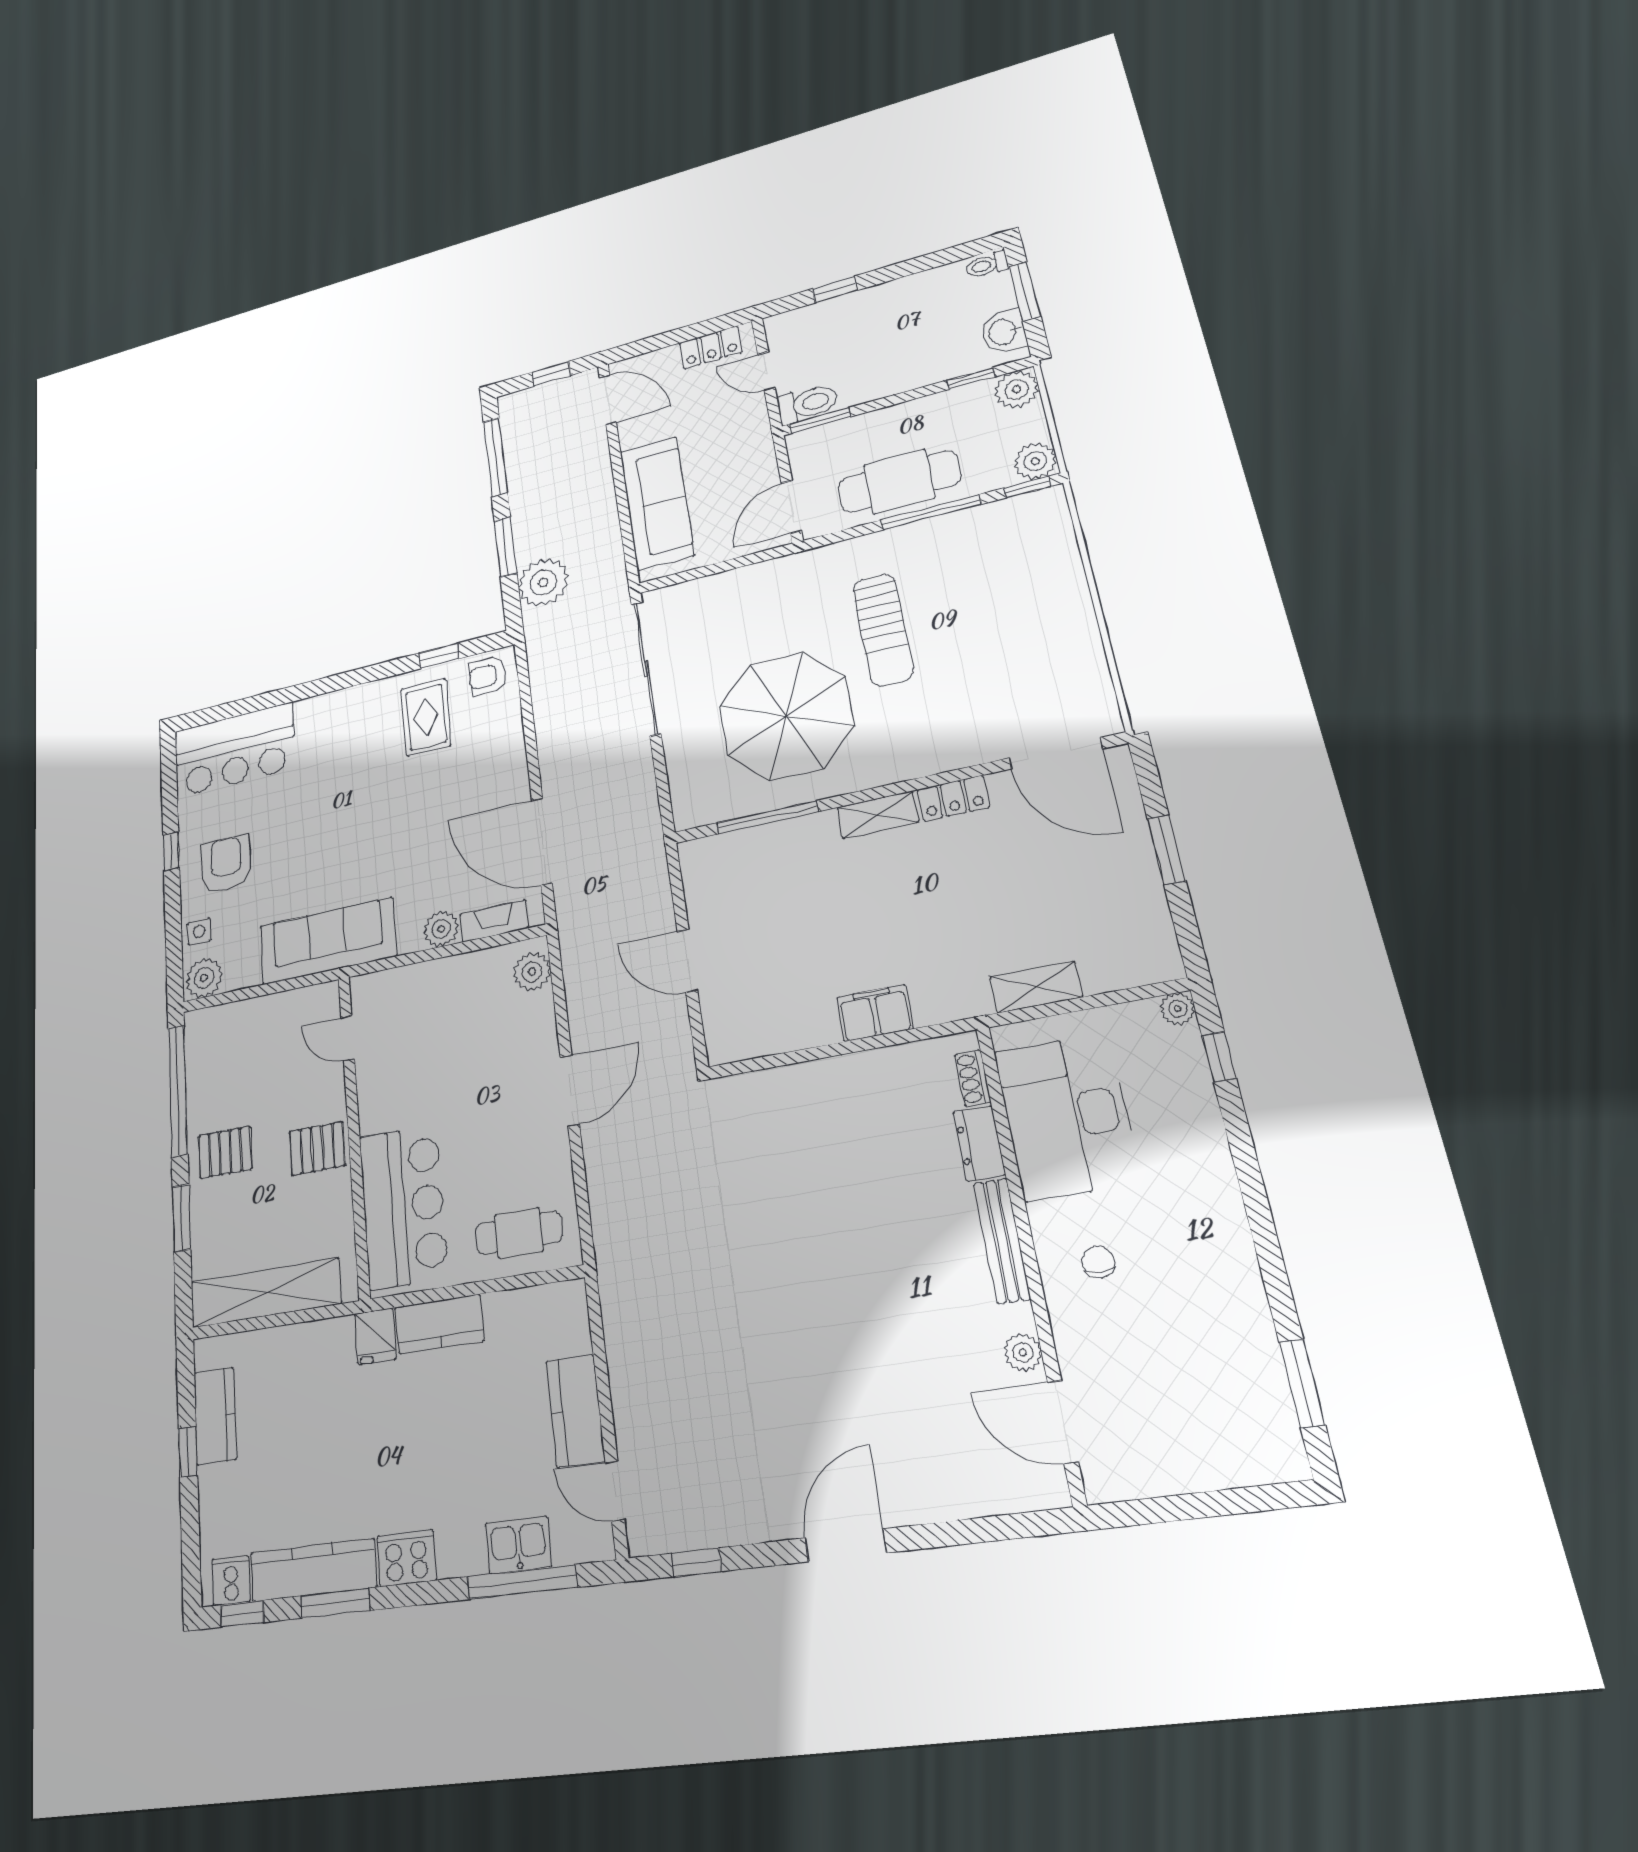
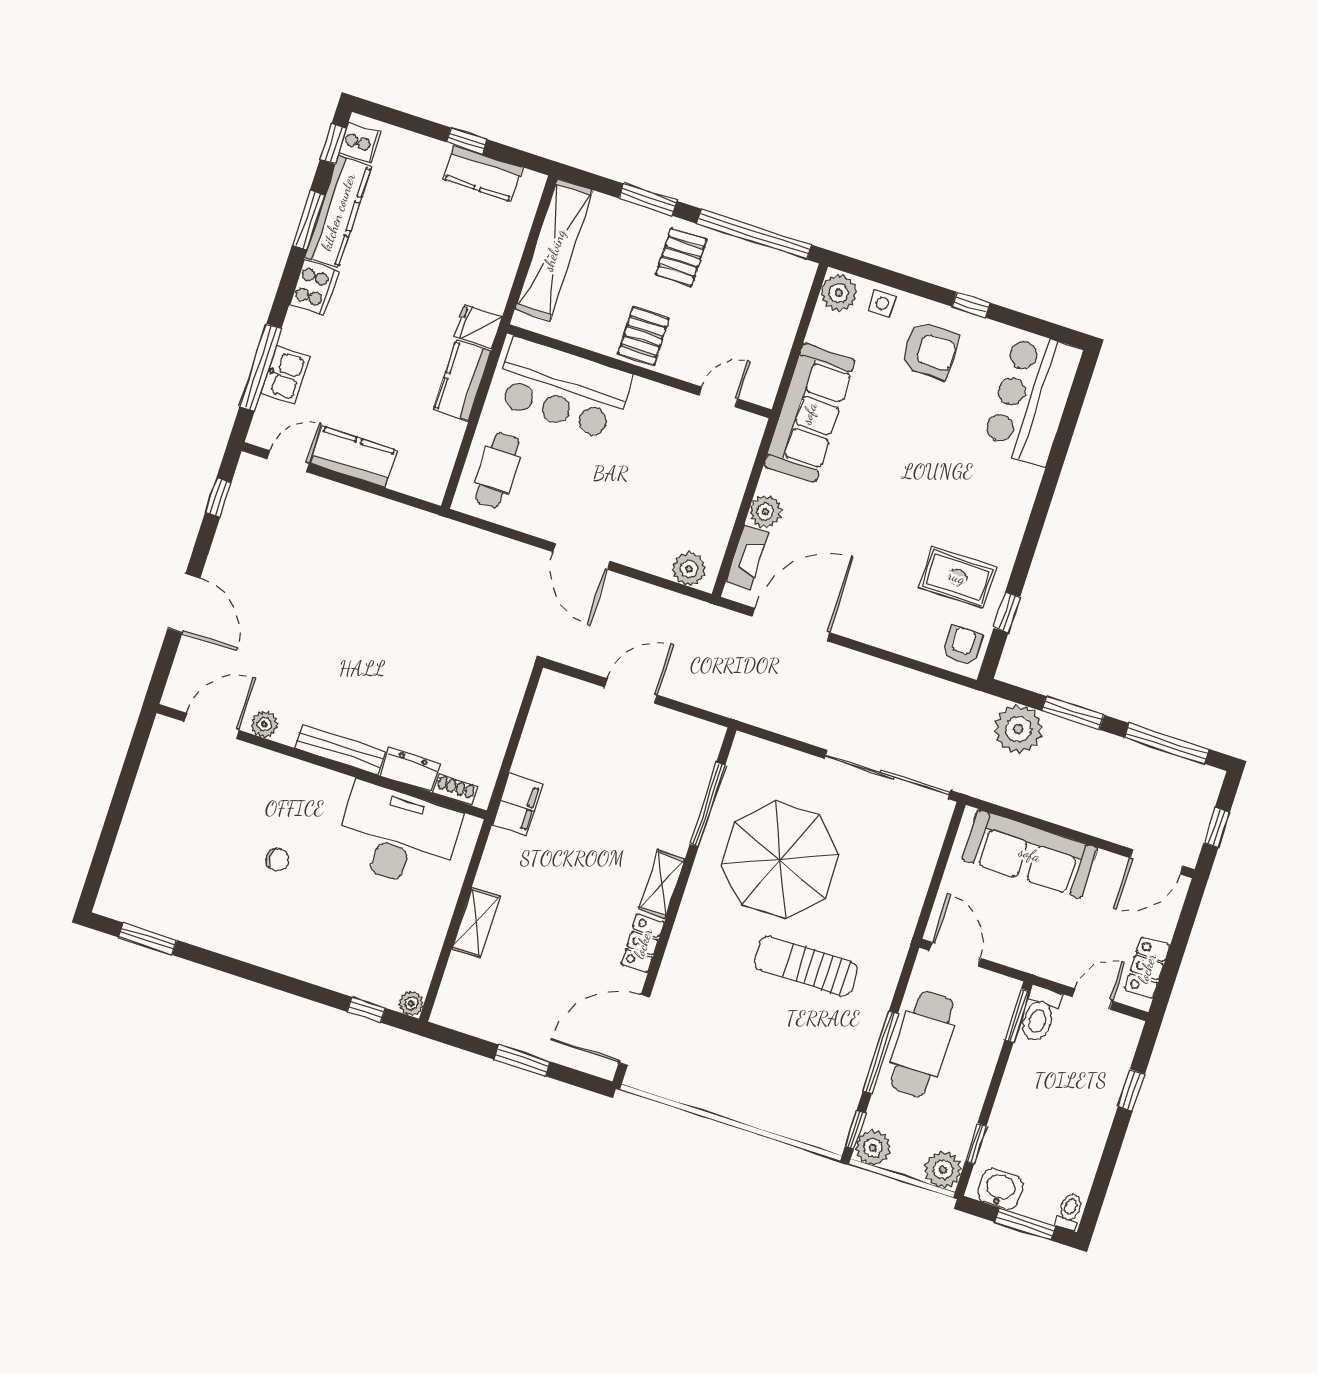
shoe rack: (973, 1078) -> (455, 790), moved
desk: (1067, 1116) -> (397, 836), moved
dresser: (979, 1143) -> (410, 770), moved
bench: (1002, 1241) -> (340, 750), moved
wall: (1029, 1256) -> (322, 762), moved
plant: (1023, 1352) -> (264, 724), moved
door: (1063, 1422) -> (211, 726), moved

